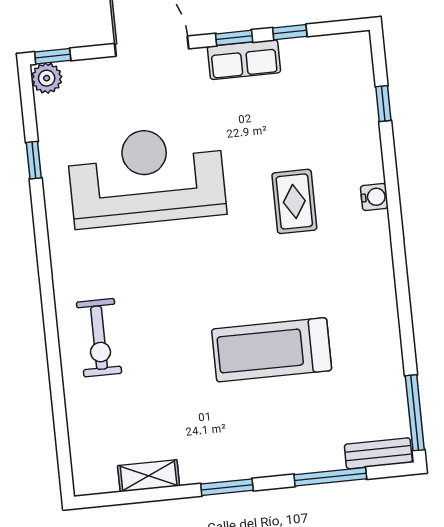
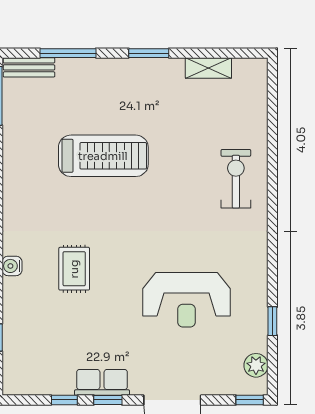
plant: (47, 78) -> (256, 365), moved
reception desk: (146, 176) -> (187, 300), width x0.74, depth x0.77

